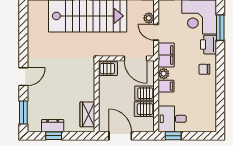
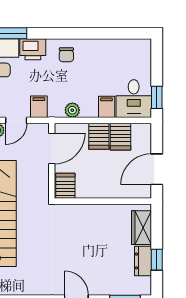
filing cabinet: (166, 55) -> (39, 107), width x0.50
filing cabinet: (166, 86) -> (107, 107), moved
wardrobe: (87, 114) -> (141, 228), moved, turned 90

